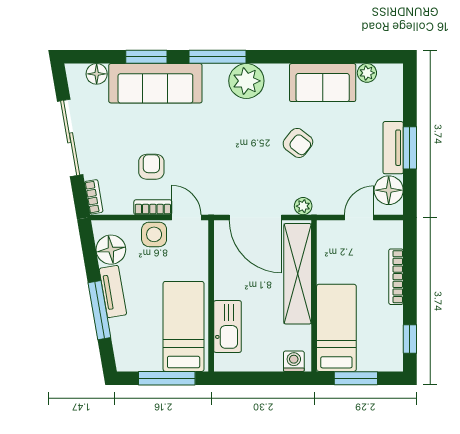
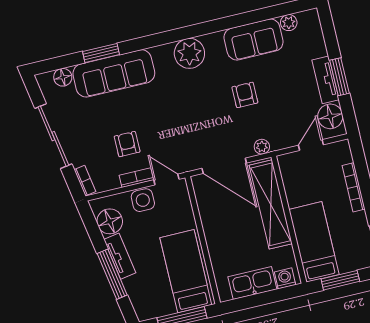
window: (218, 57) -> (161, 39), removed
armchair: (298, 143) -> (245, 95), turned -128
kitchen sink: (227, 327) -> (252, 283), moved, turned -90

